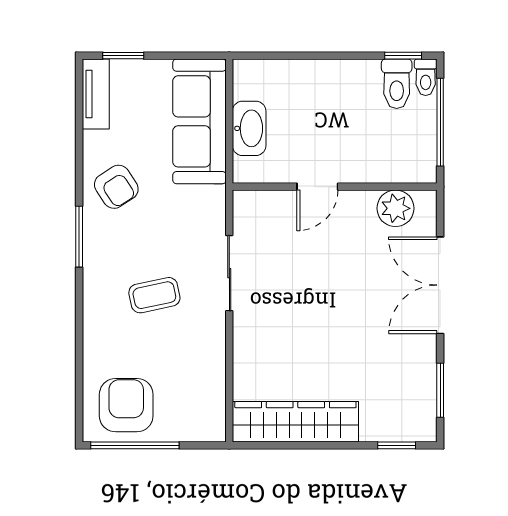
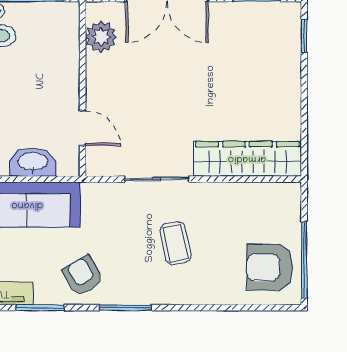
window: (79, 137) -> (40, 308), added
armchair: (116, 187) -> (83, 276), turned -87
door: (317, 187) -> (83, 128), moved
wardrobe: (295, 422) -> (247, 159), moved, turned 90

